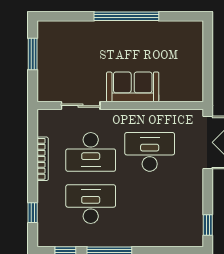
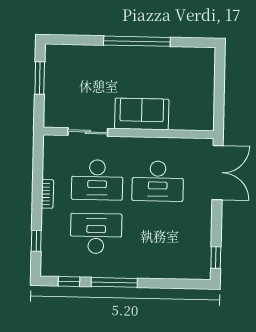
desk: (150, 152) -> (158, 181), turned 180
bookcase: (43, 159) -> (48, 194), width x0.64

